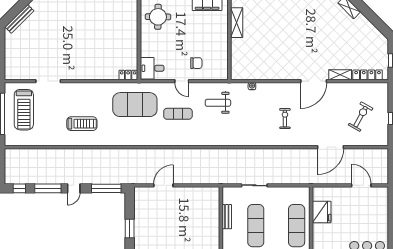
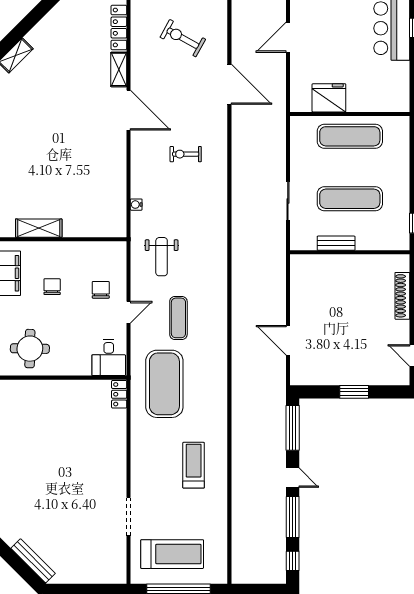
chair: (198, 31) -> (52, 287), added

